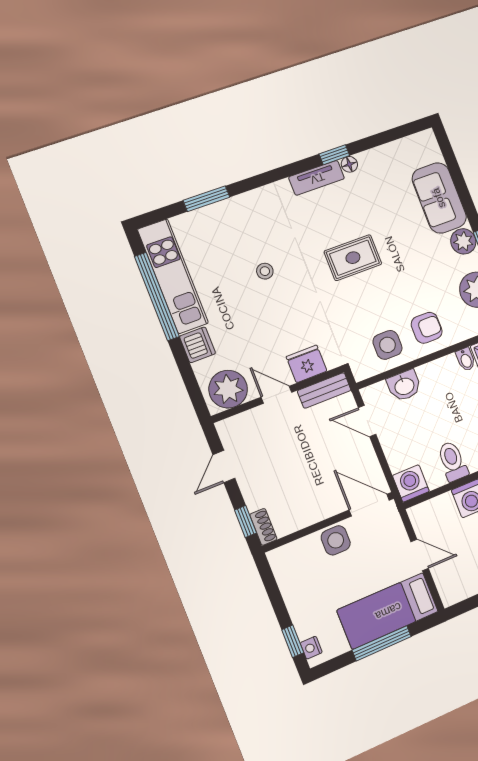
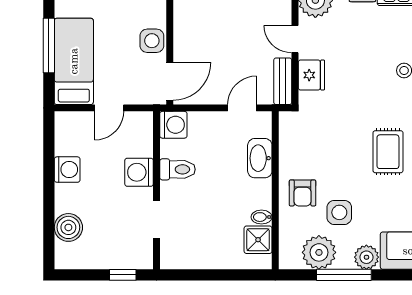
side table: (387, 345) -> (339, 212), moved
washbasin: (404, 386) -> (260, 158), width x1.38
door: (276, 395) -> (295, 39), swing flipped

